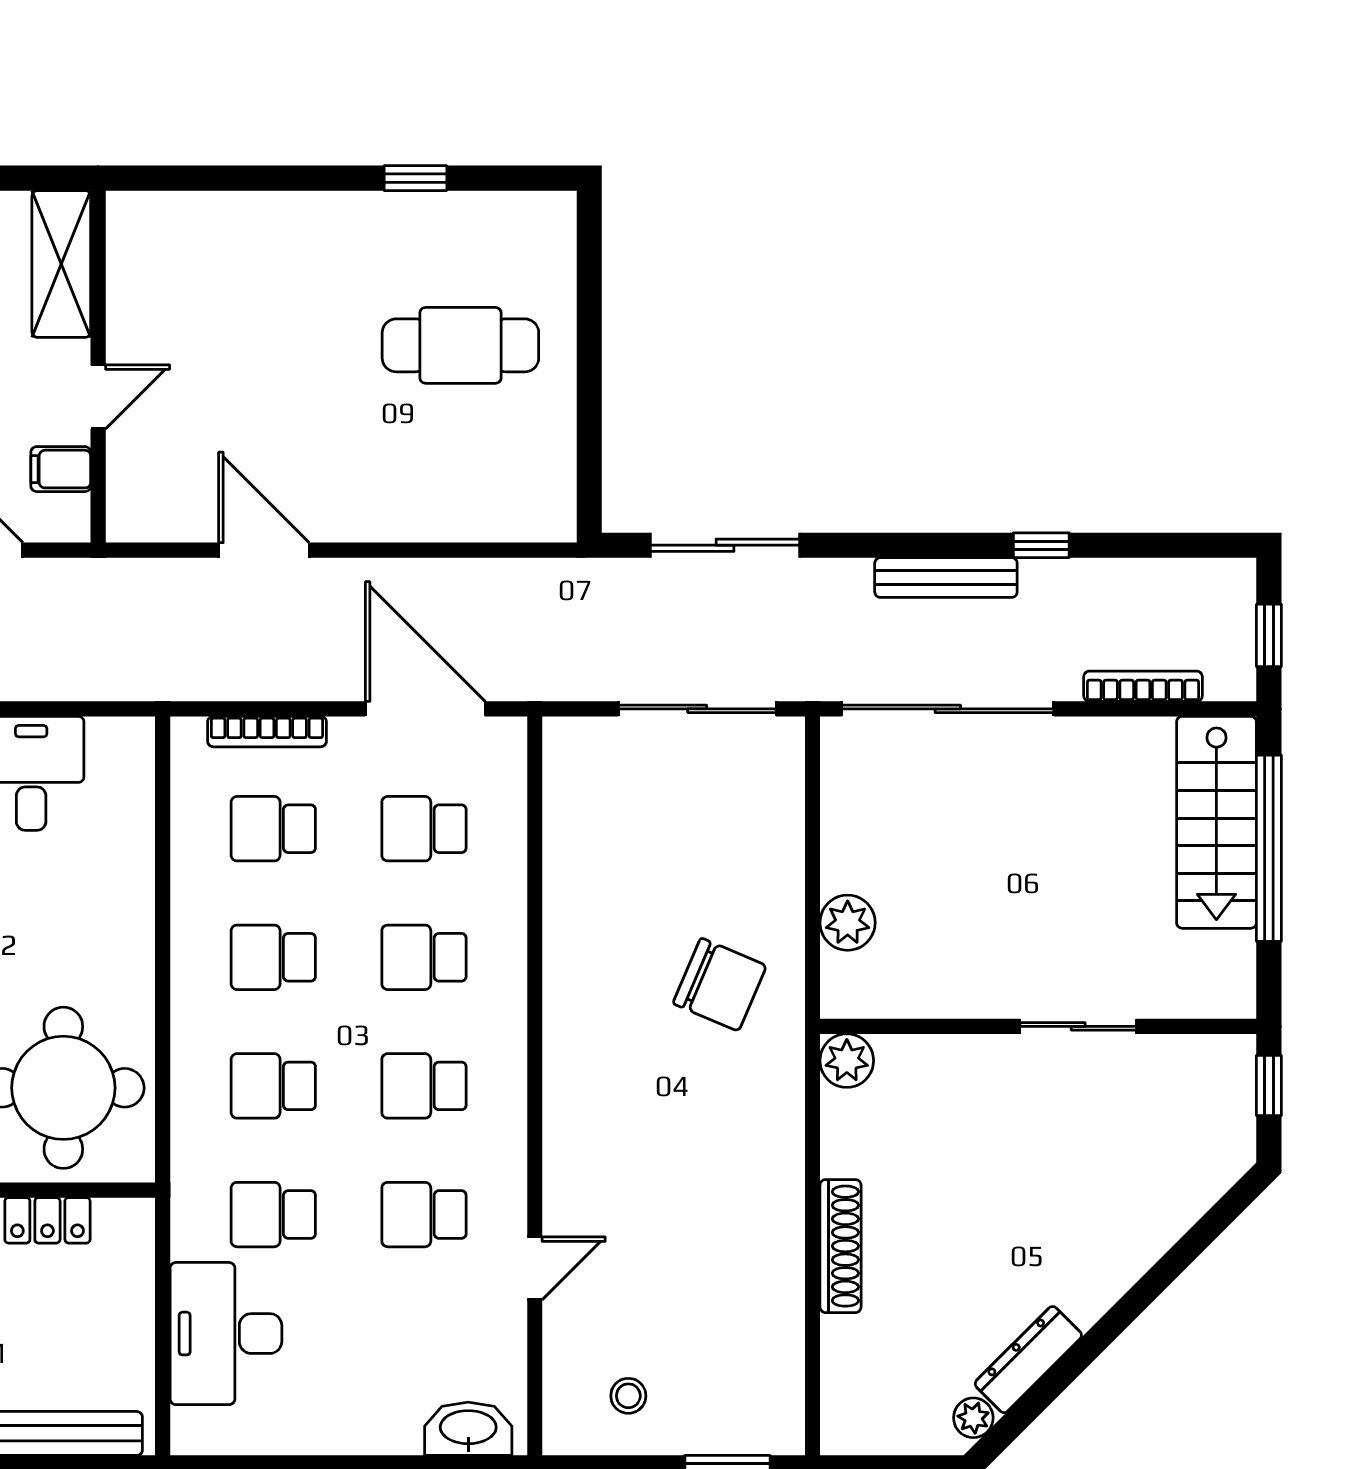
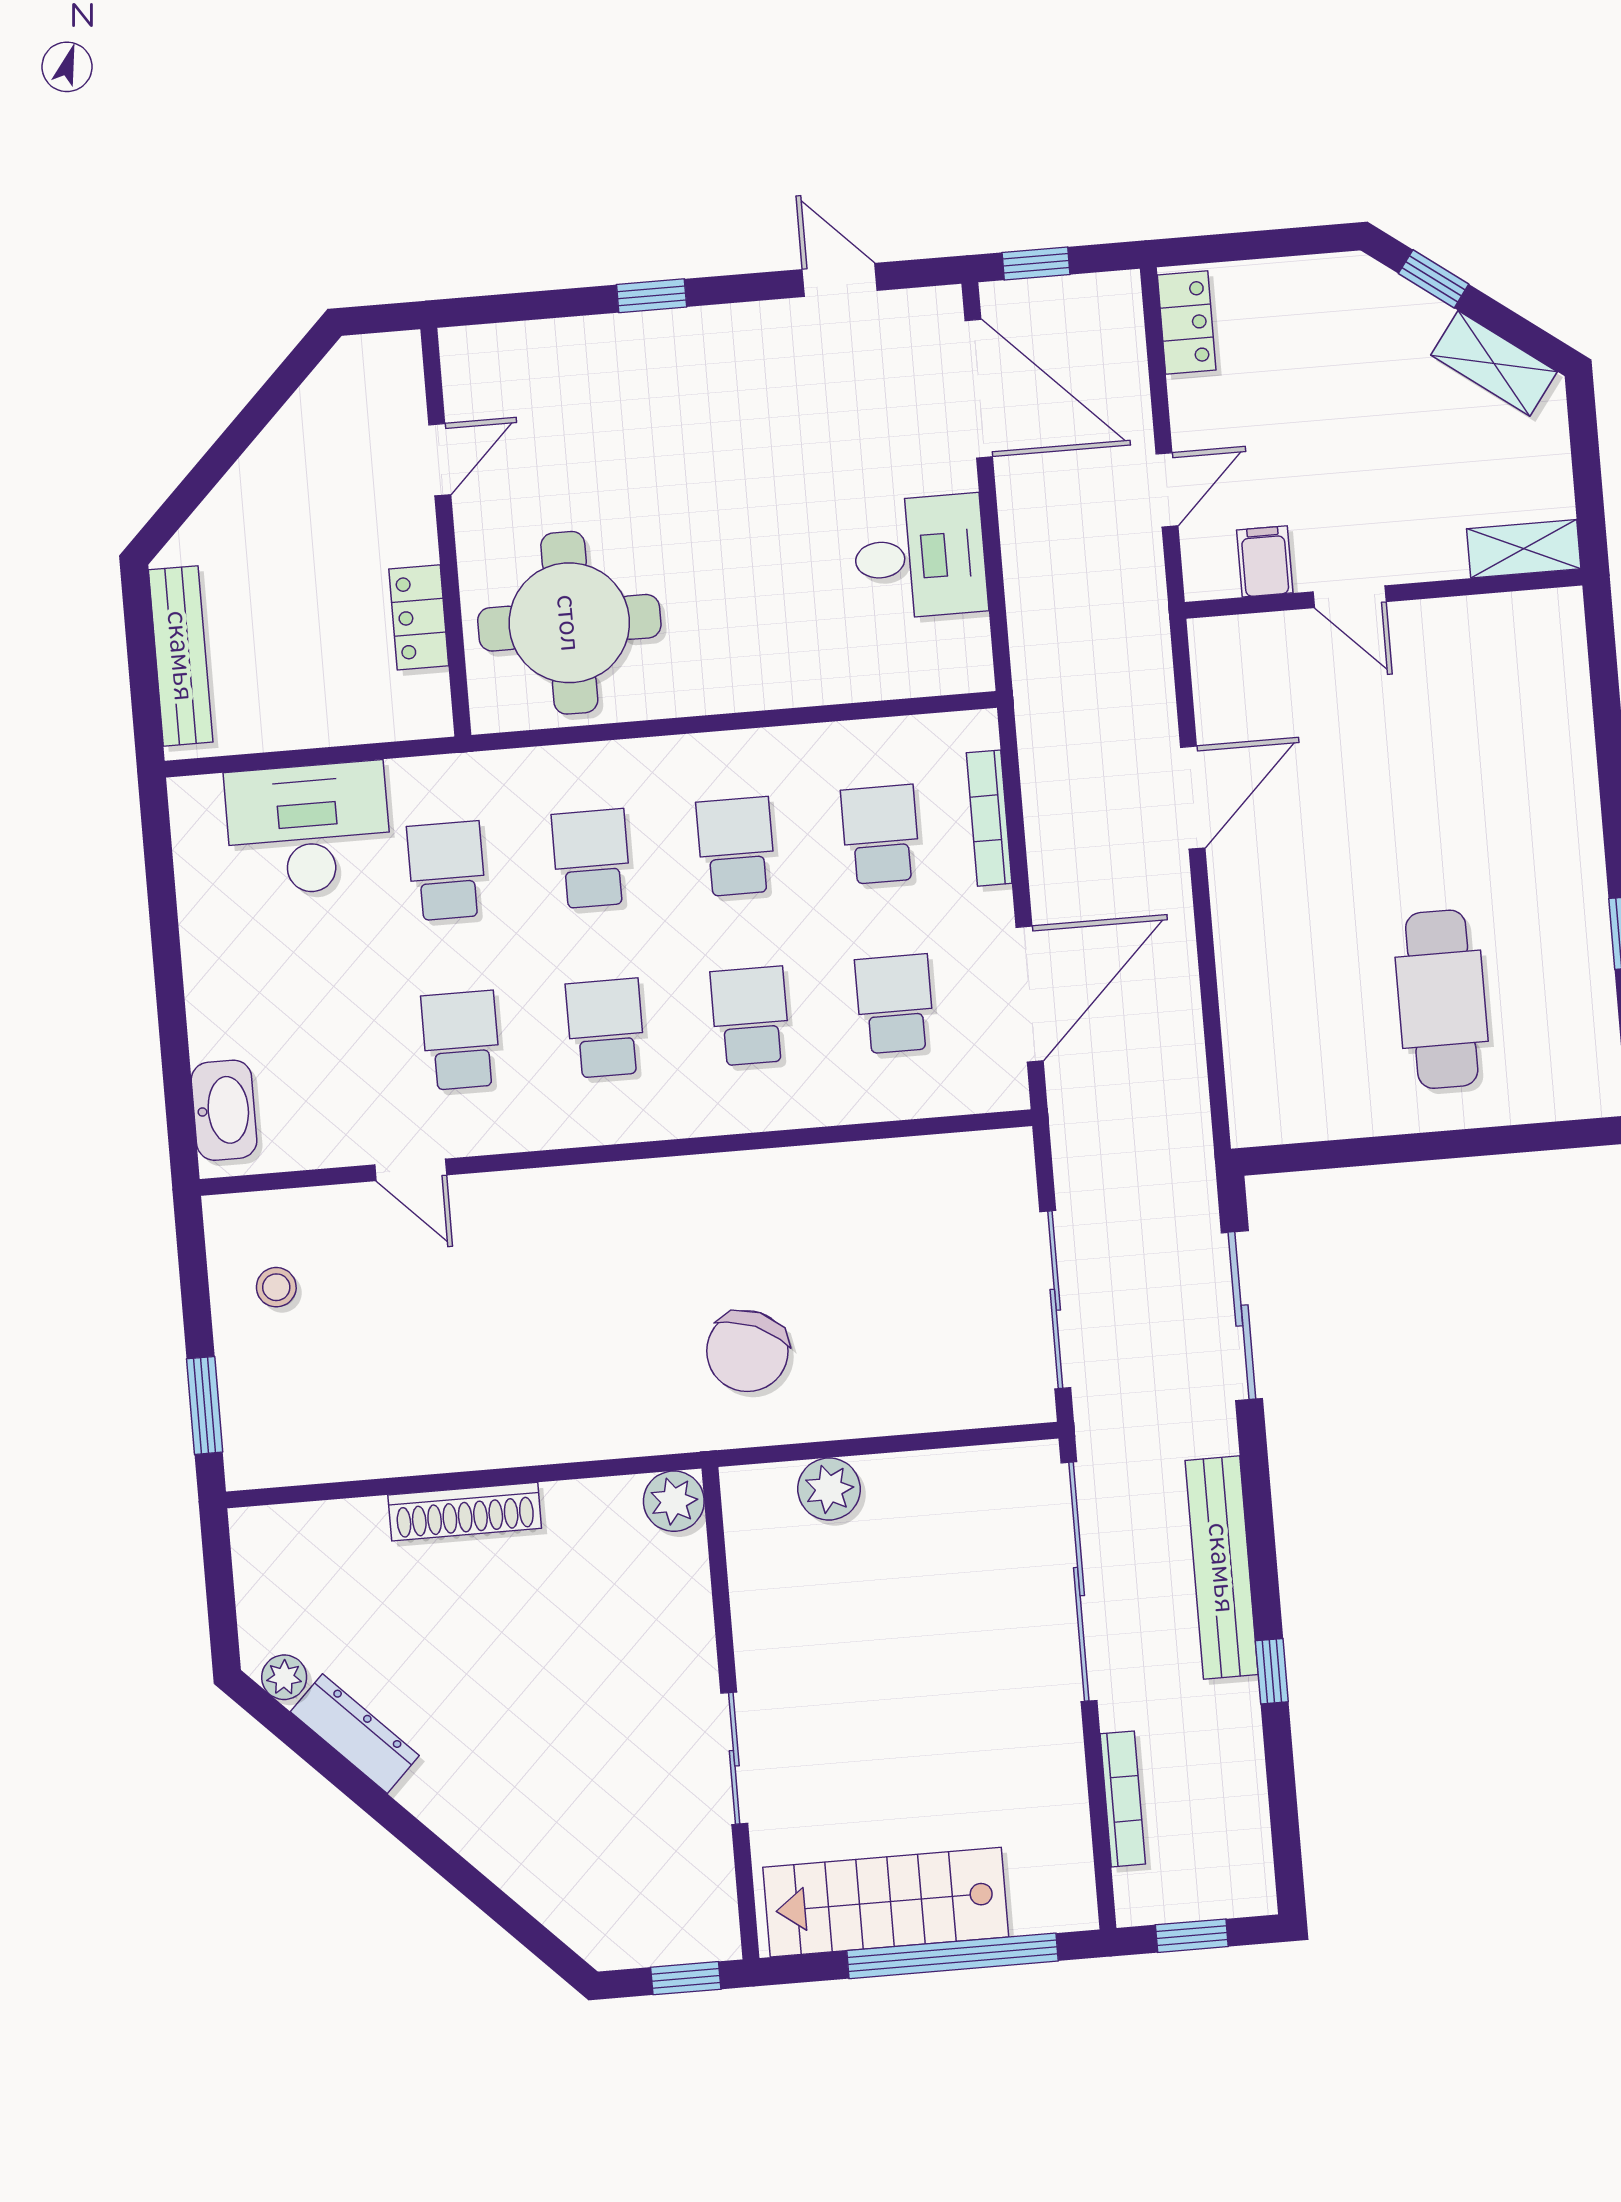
shelving: (61, 264) -> (1524, 549), width x0.67, depth x0.75
bench: (946, 578) -> (1222, 1568), width x1.37, depth x1.21
stairs: (1216, 822) -> (886, 1902), moved

